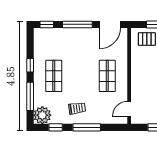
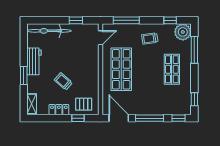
door: (110, 24) -> (119, 118), hinge flipped
window: (30, 65) -> (194, 99), moved
shop shelf: (107, 76) -> (121, 69), width x1.43, depth x1.36
window: (87, 127) -> (126, 20), moved

